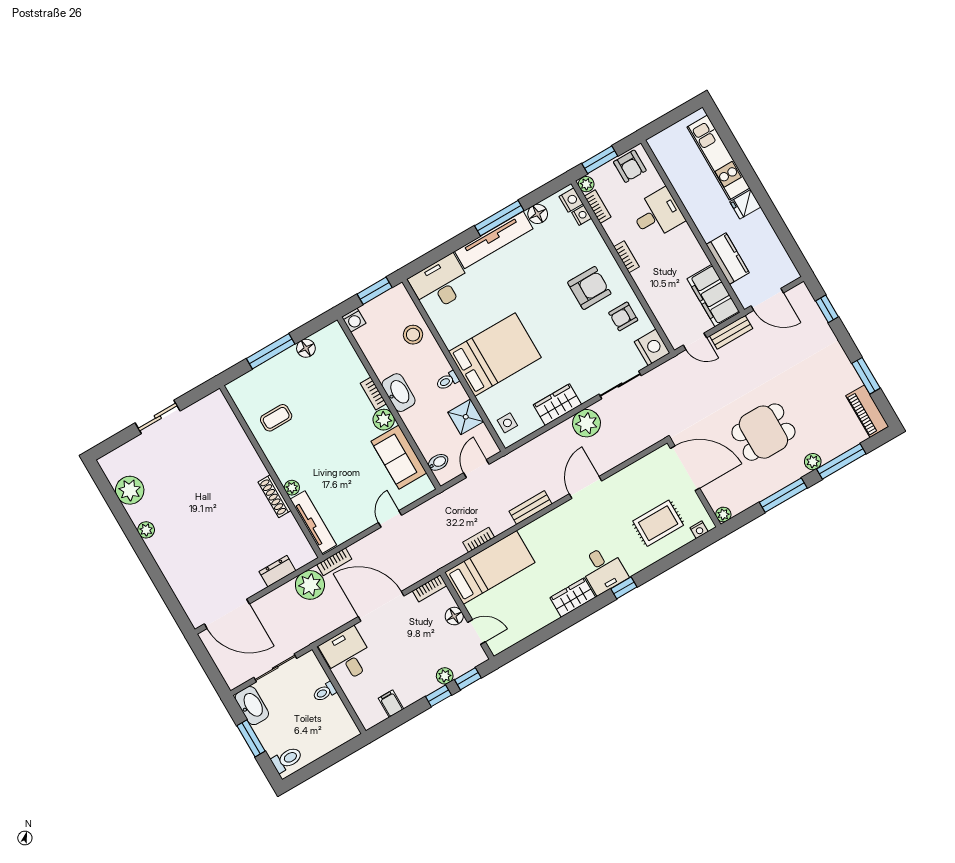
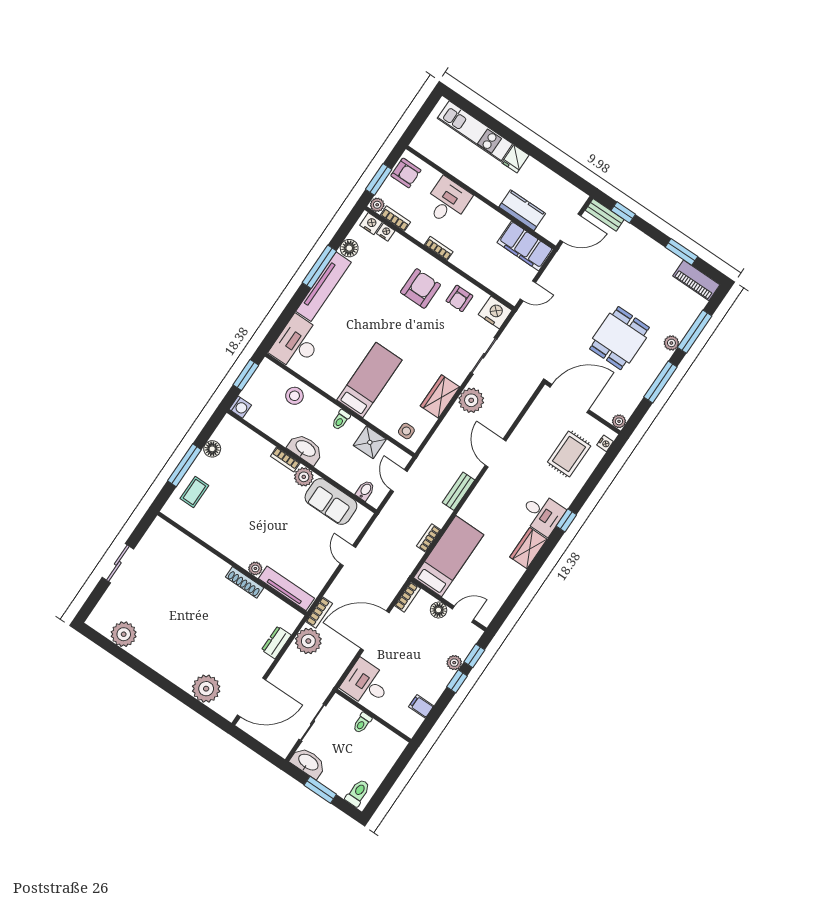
bench: (731, 332) -> (605, 215), moved, turned 90
bed: (495, 355) -> (369, 380), width x0.67
coffee table: (276, 418) -> (194, 492), moved
plant: (146, 530) -> (206, 689), moved, width x1.87, depth x1.87

